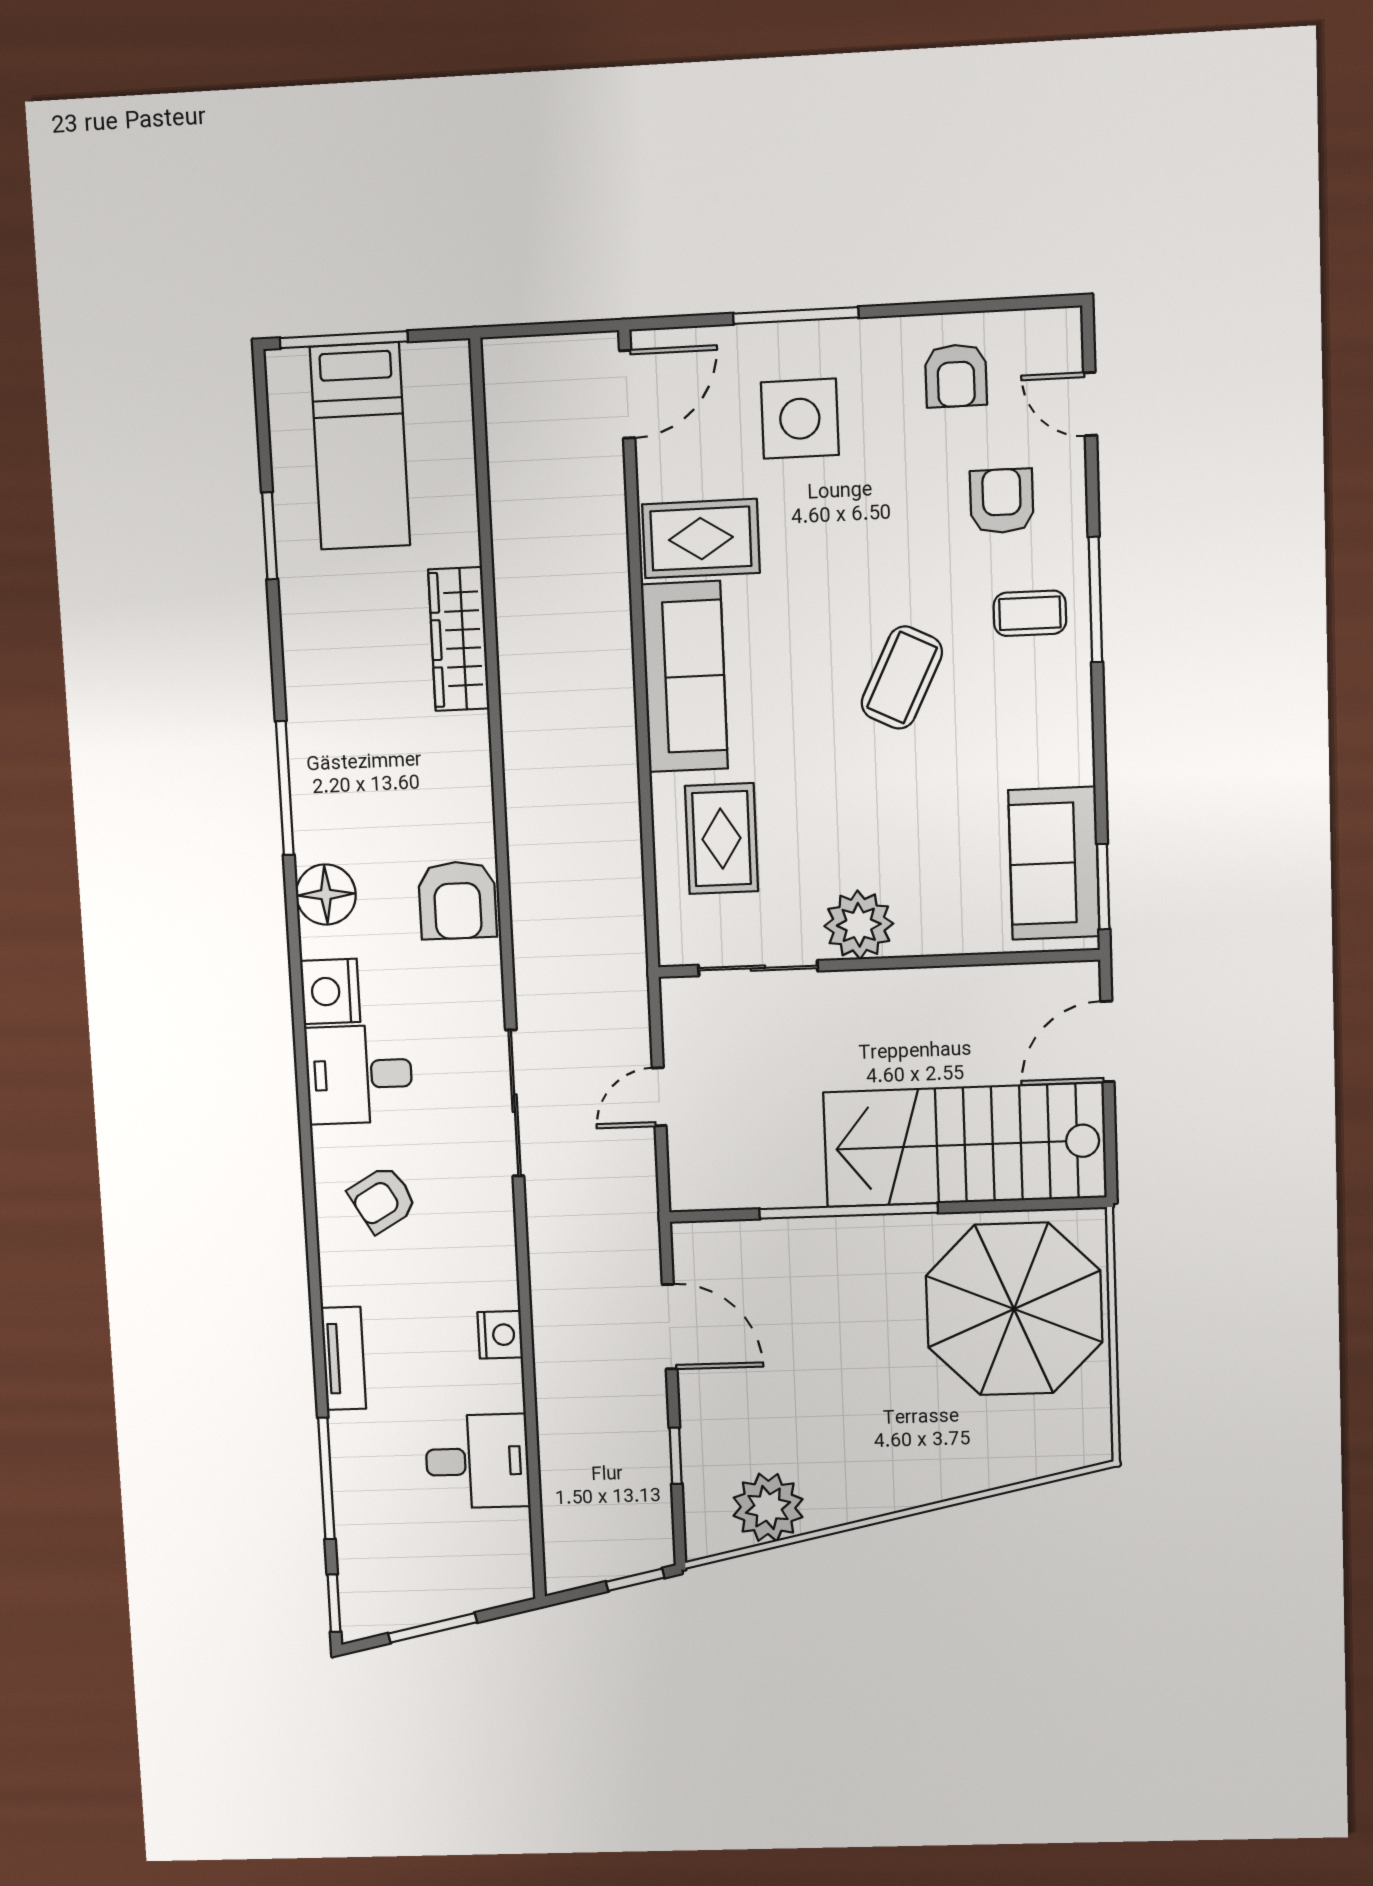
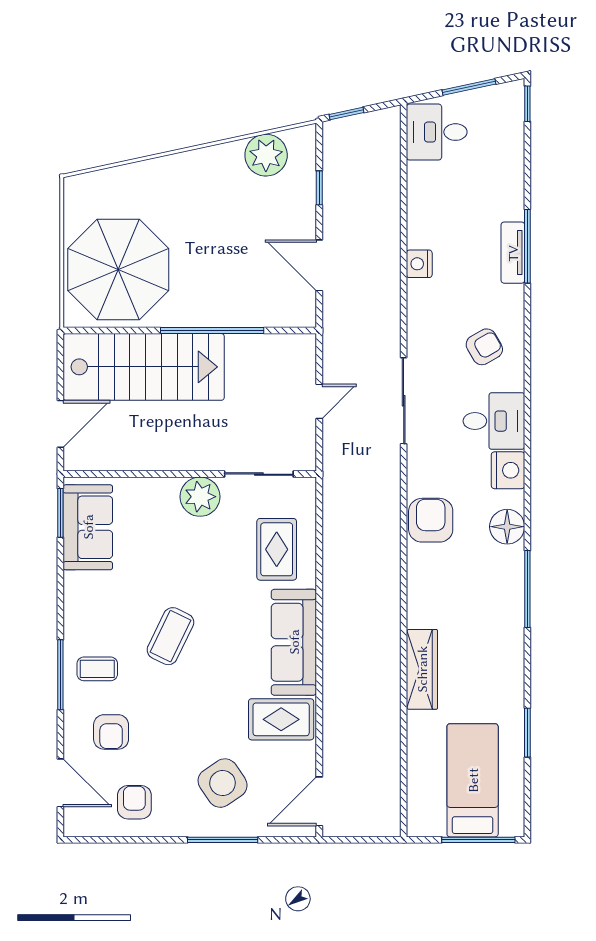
door: (1090, 404) -> (60, 783), width x1.38
side table: (800, 419) -> (223, 783), turned -34
desk: (477, 1461) -> (437, 132), moved
window: (326, 1479) -> (527, 246), moved

